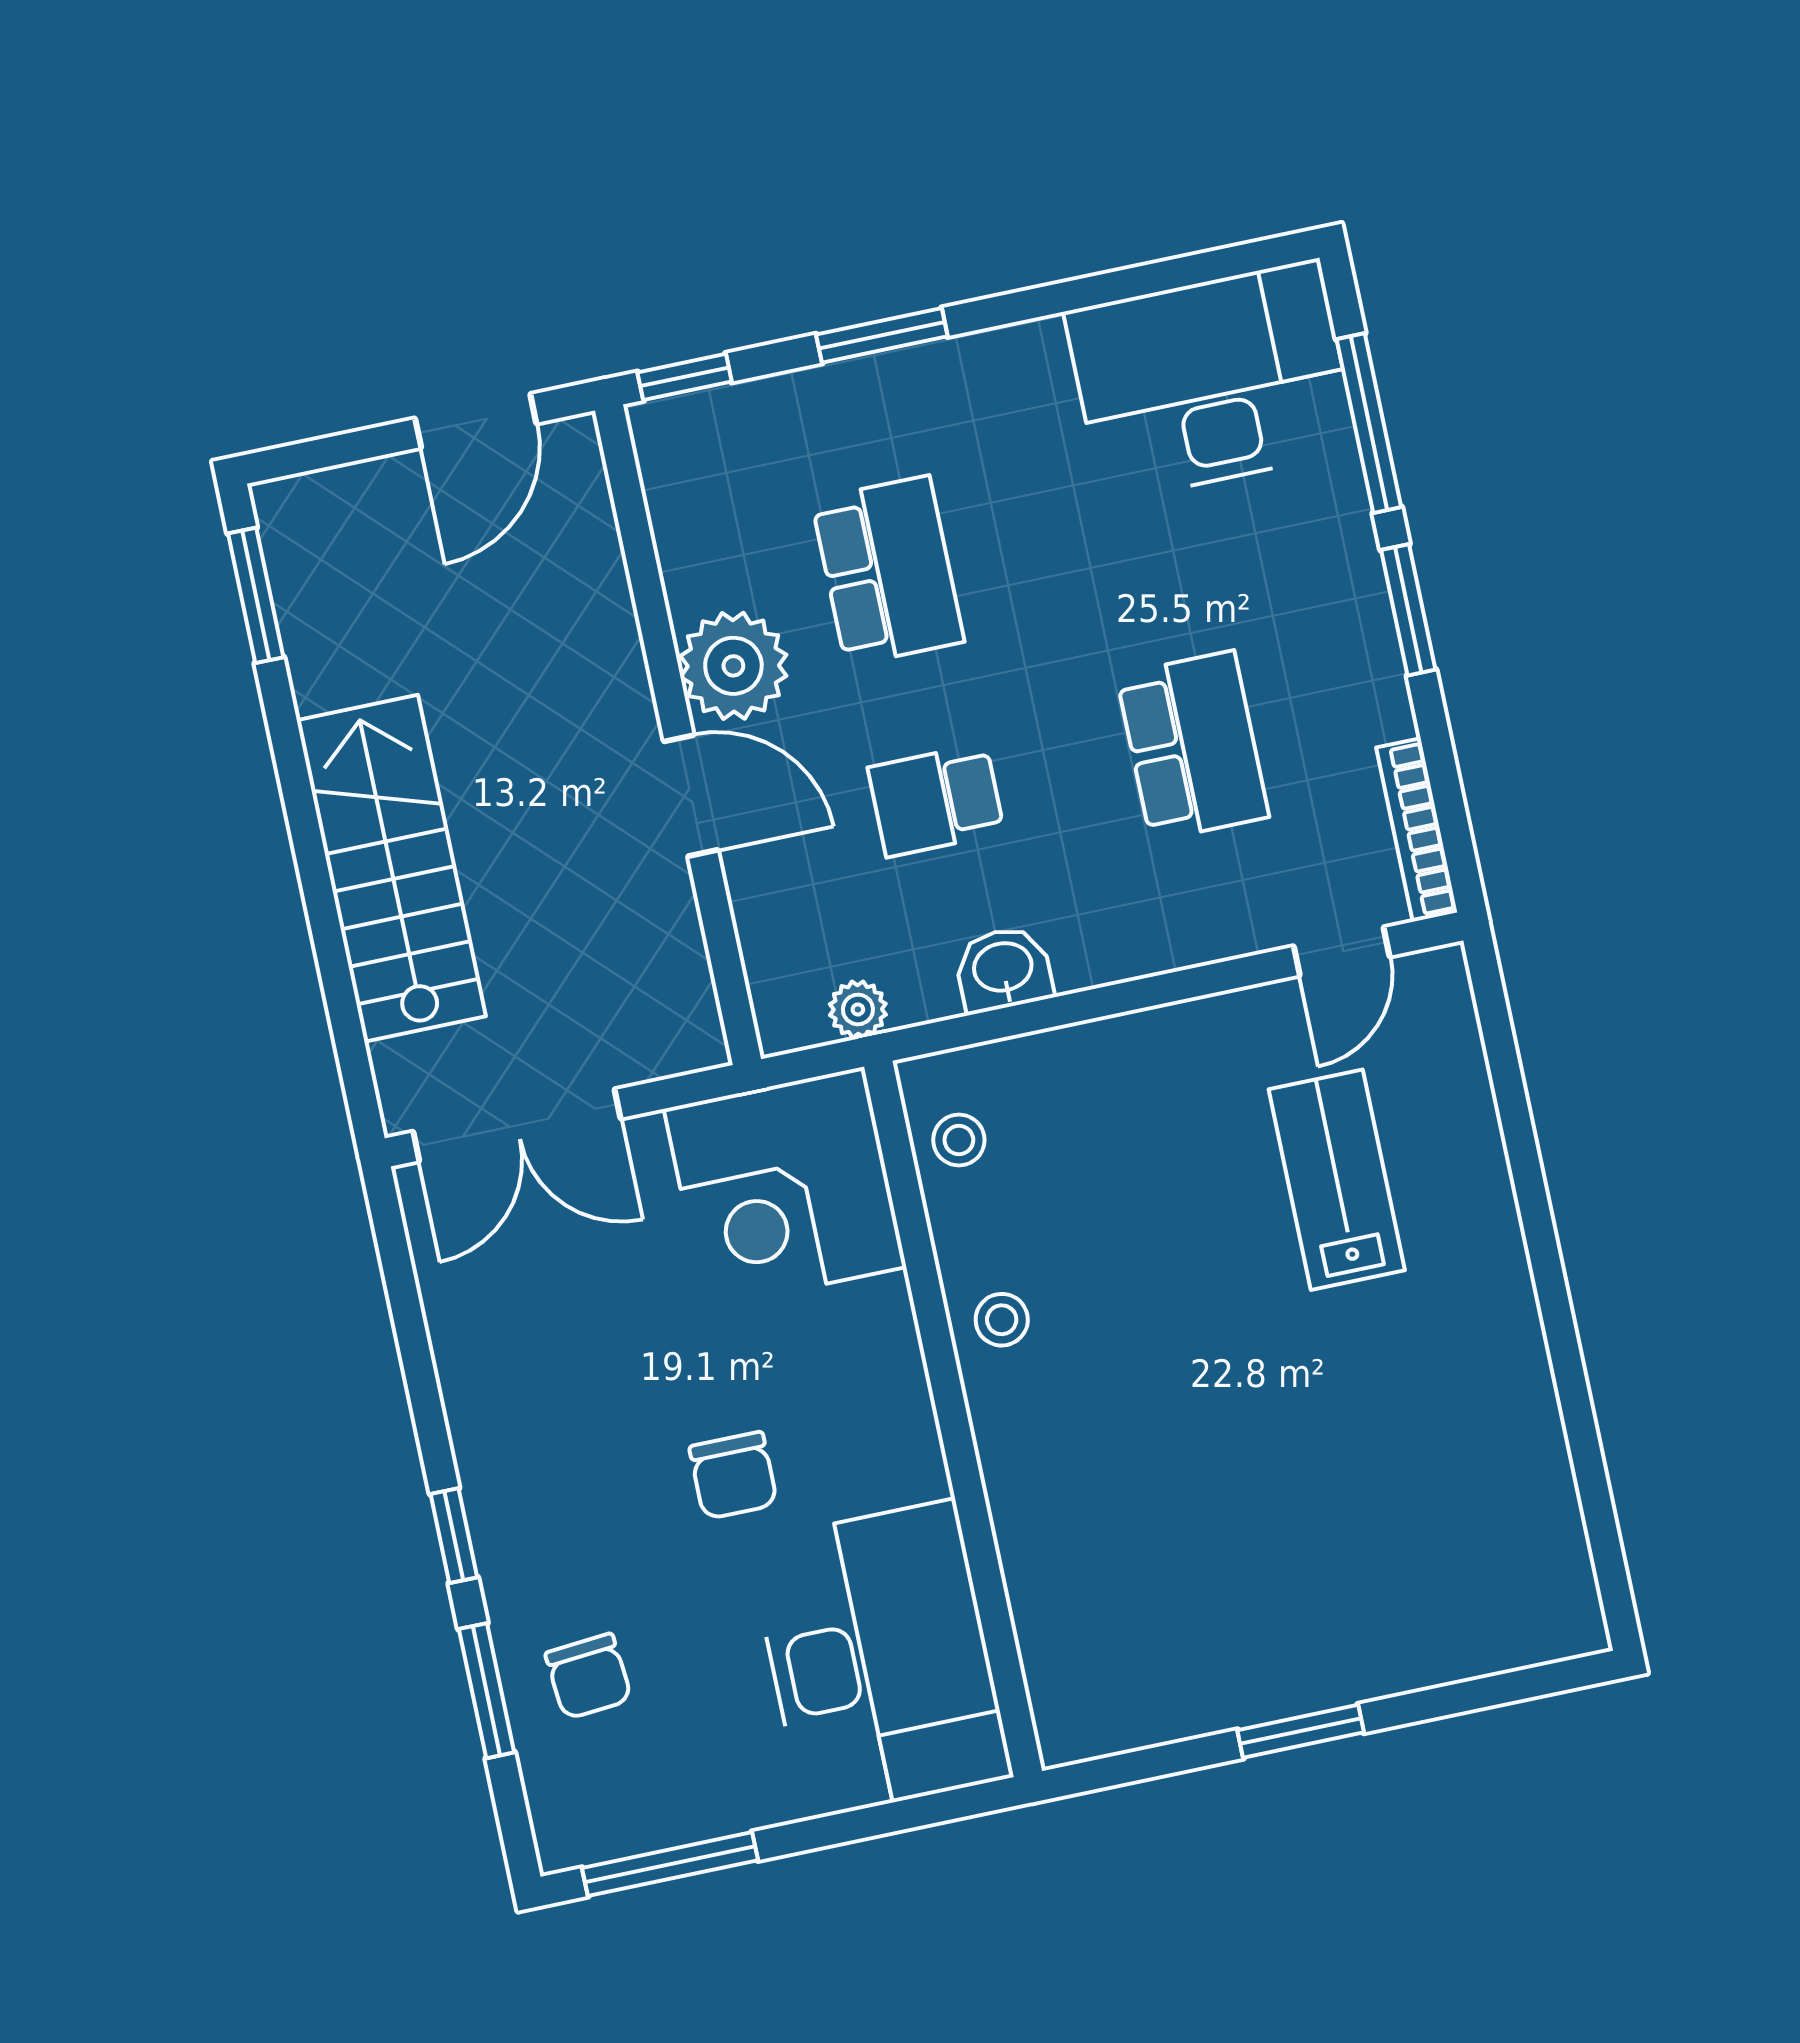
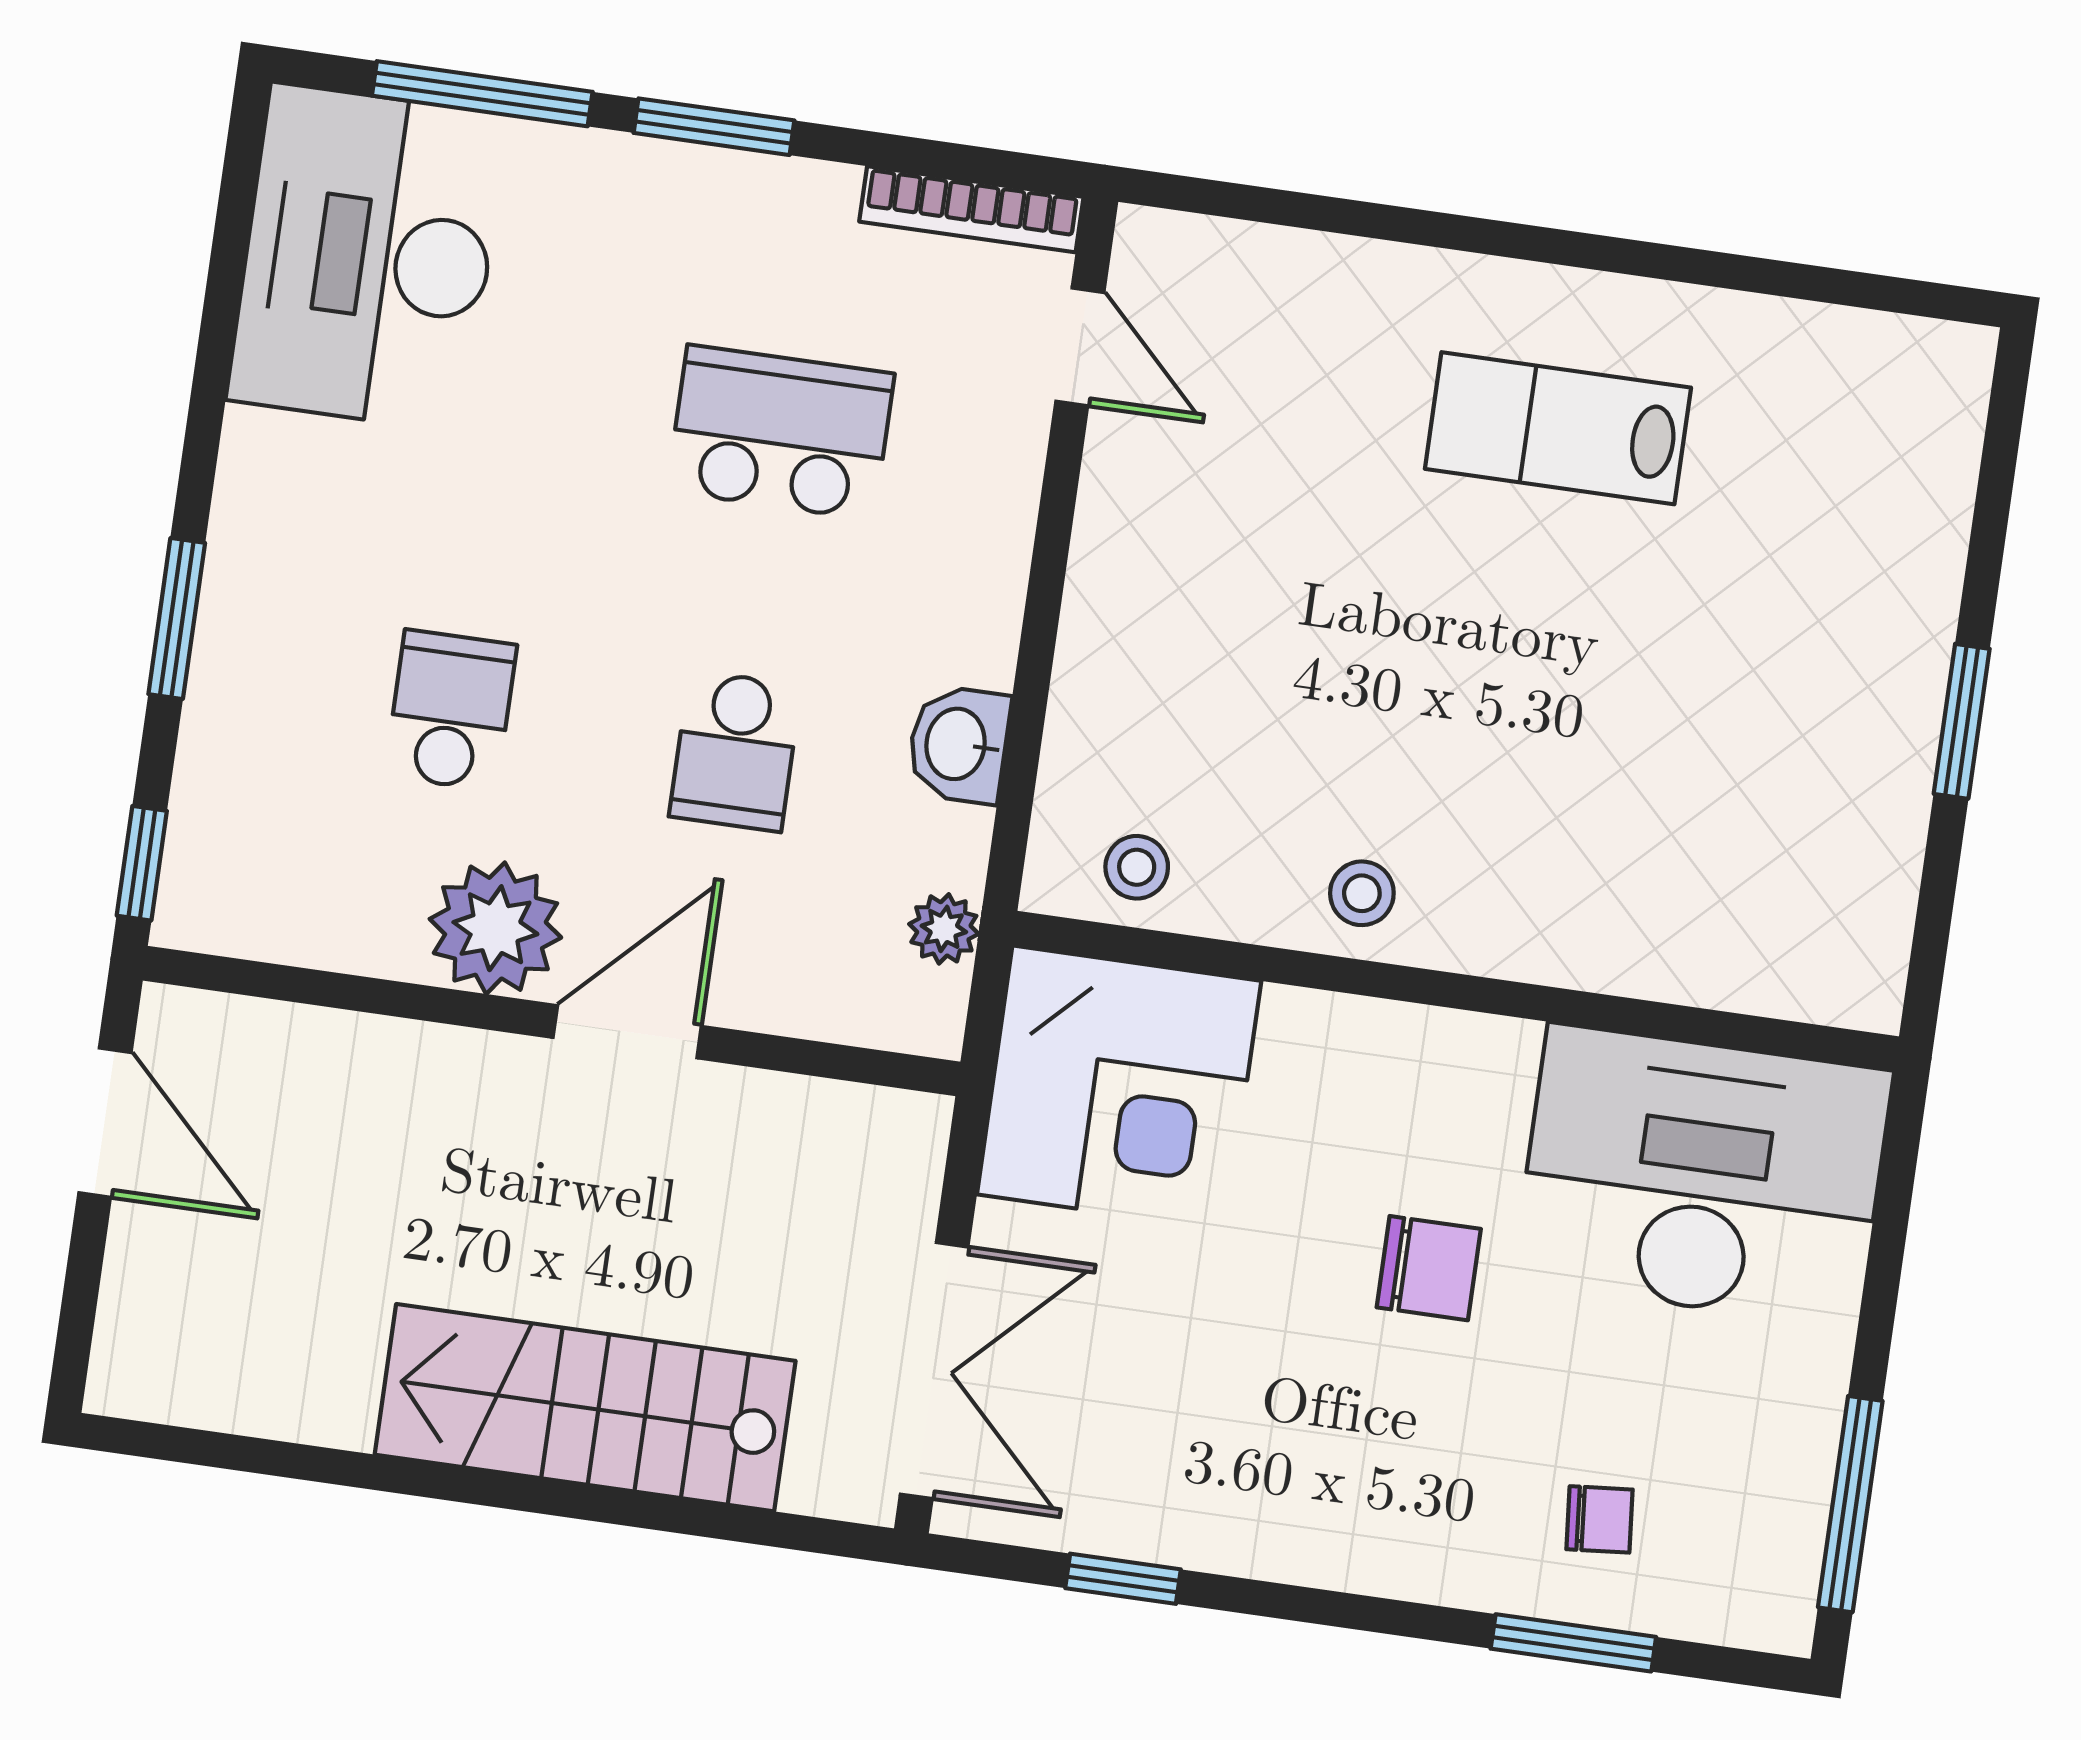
school desk: (888, 571) -> (451, 710), width x0.54
window: (256, 595) -> (214, 1449), removed
lab bench: (1337, 1180) -> (1558, 428), moved
window: (454, 1536) -> (1123, 1579), moved
chair: (588, 1676) -> (1599, 1519), width x0.73, depth x0.73

